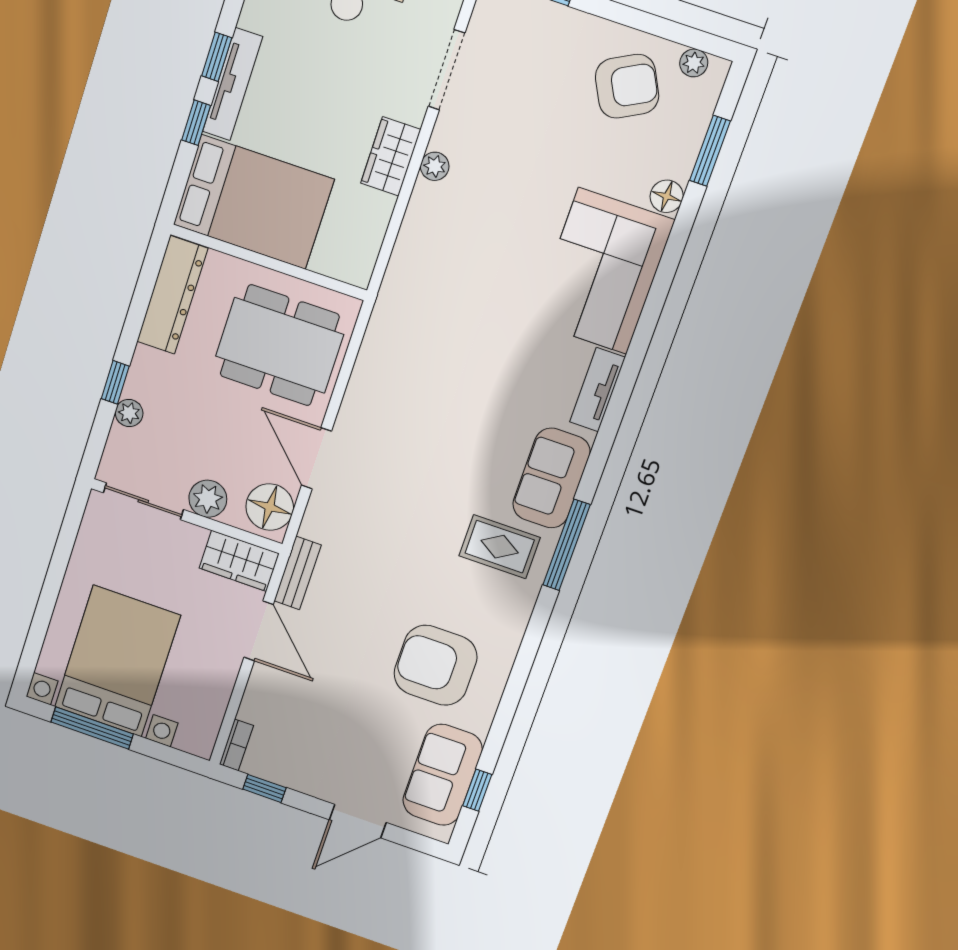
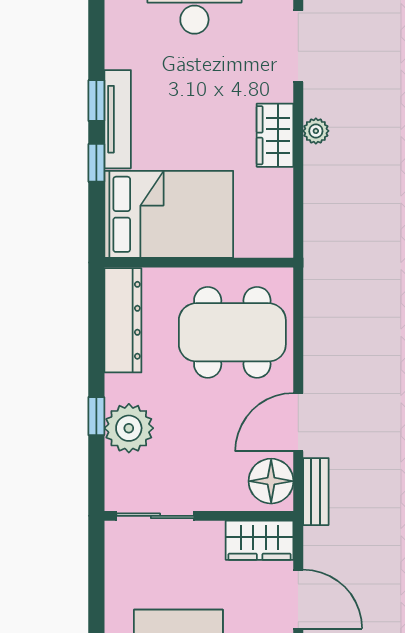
plant: (129, 413) -> (129, 428), width x1.88, depth x1.88
door: (316, 458) -> (298, 422), hinge flipped
plant: (208, 499) -> (213, 493), removed
bench: (298, 573) -> (316, 492), moved

